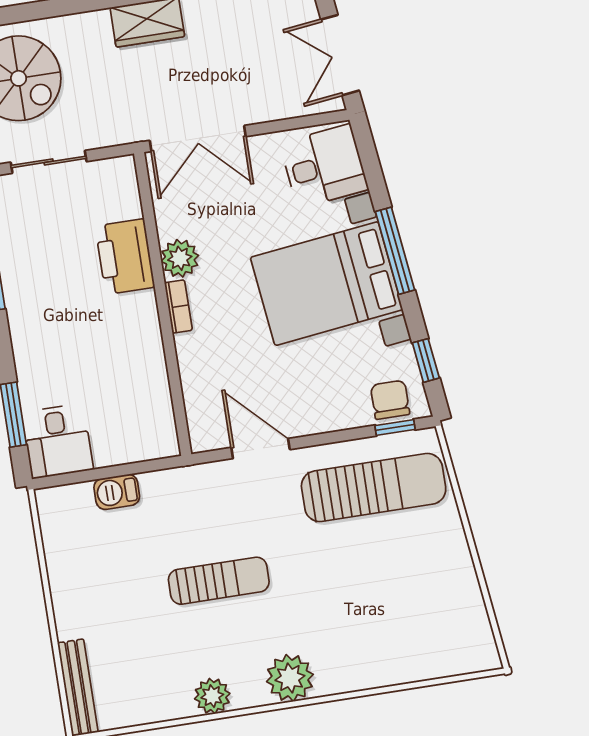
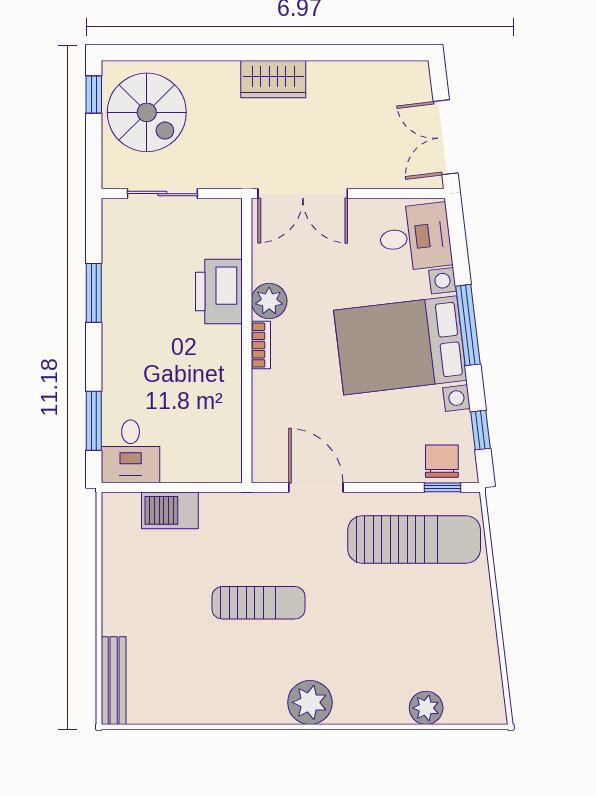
barbecue: (117, 492) -> (170, 510), width x1.38, depth x1.27
plant: (212, 696) -> (426, 708), moved

